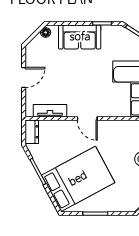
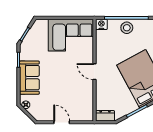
tv unit: (50, 111) -> (88, 101), removed
door: (87, 118) -> (94, 72), swing flipped

